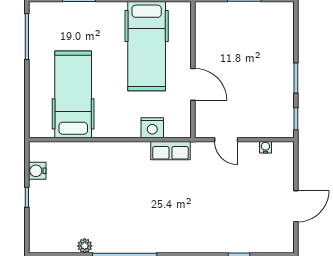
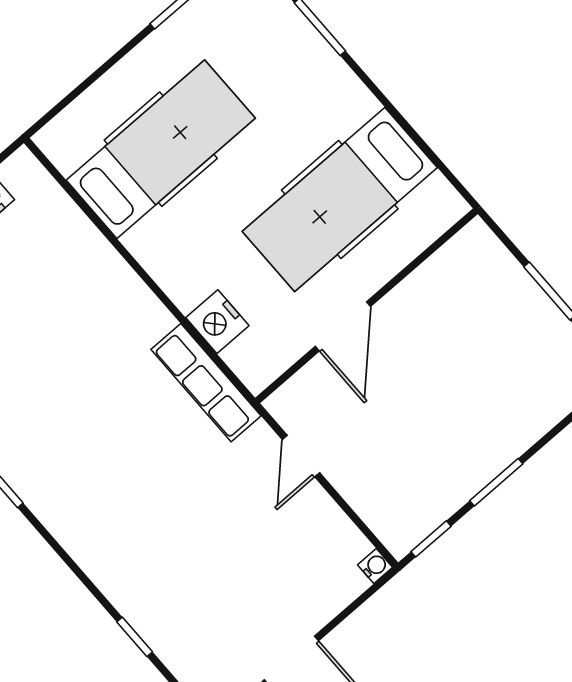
water cooler: (265, 147) -> (375, 566), moved
row of seats: (170, 151) -> (206, 383), width x1.48

